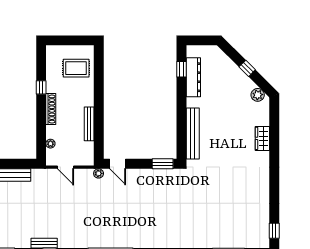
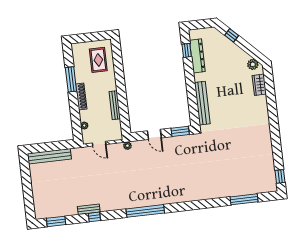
rug: (76, 68) -> (98, 60), turned 90
window: (247, 68) -> (232, 35), moved
window: (41, 87) -> (71, 79), width x2.17
wardrobe: (262, 138) -> (259, 85), moved
door: (118, 164) -> (154, 134), moved

